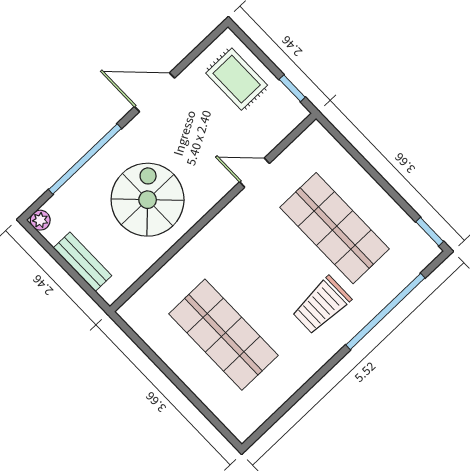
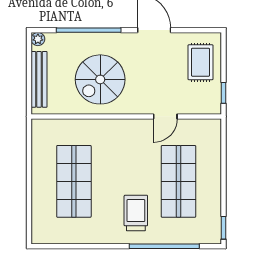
door: (255, 173) -> (165, 117), swing flipped
spiral stairs: (148, 200) -> (100, 79), turned 180
bench: (82, 262) -> (39, 79), width x1.36
trolley: (322, 305) -> (136, 213), turned 90

